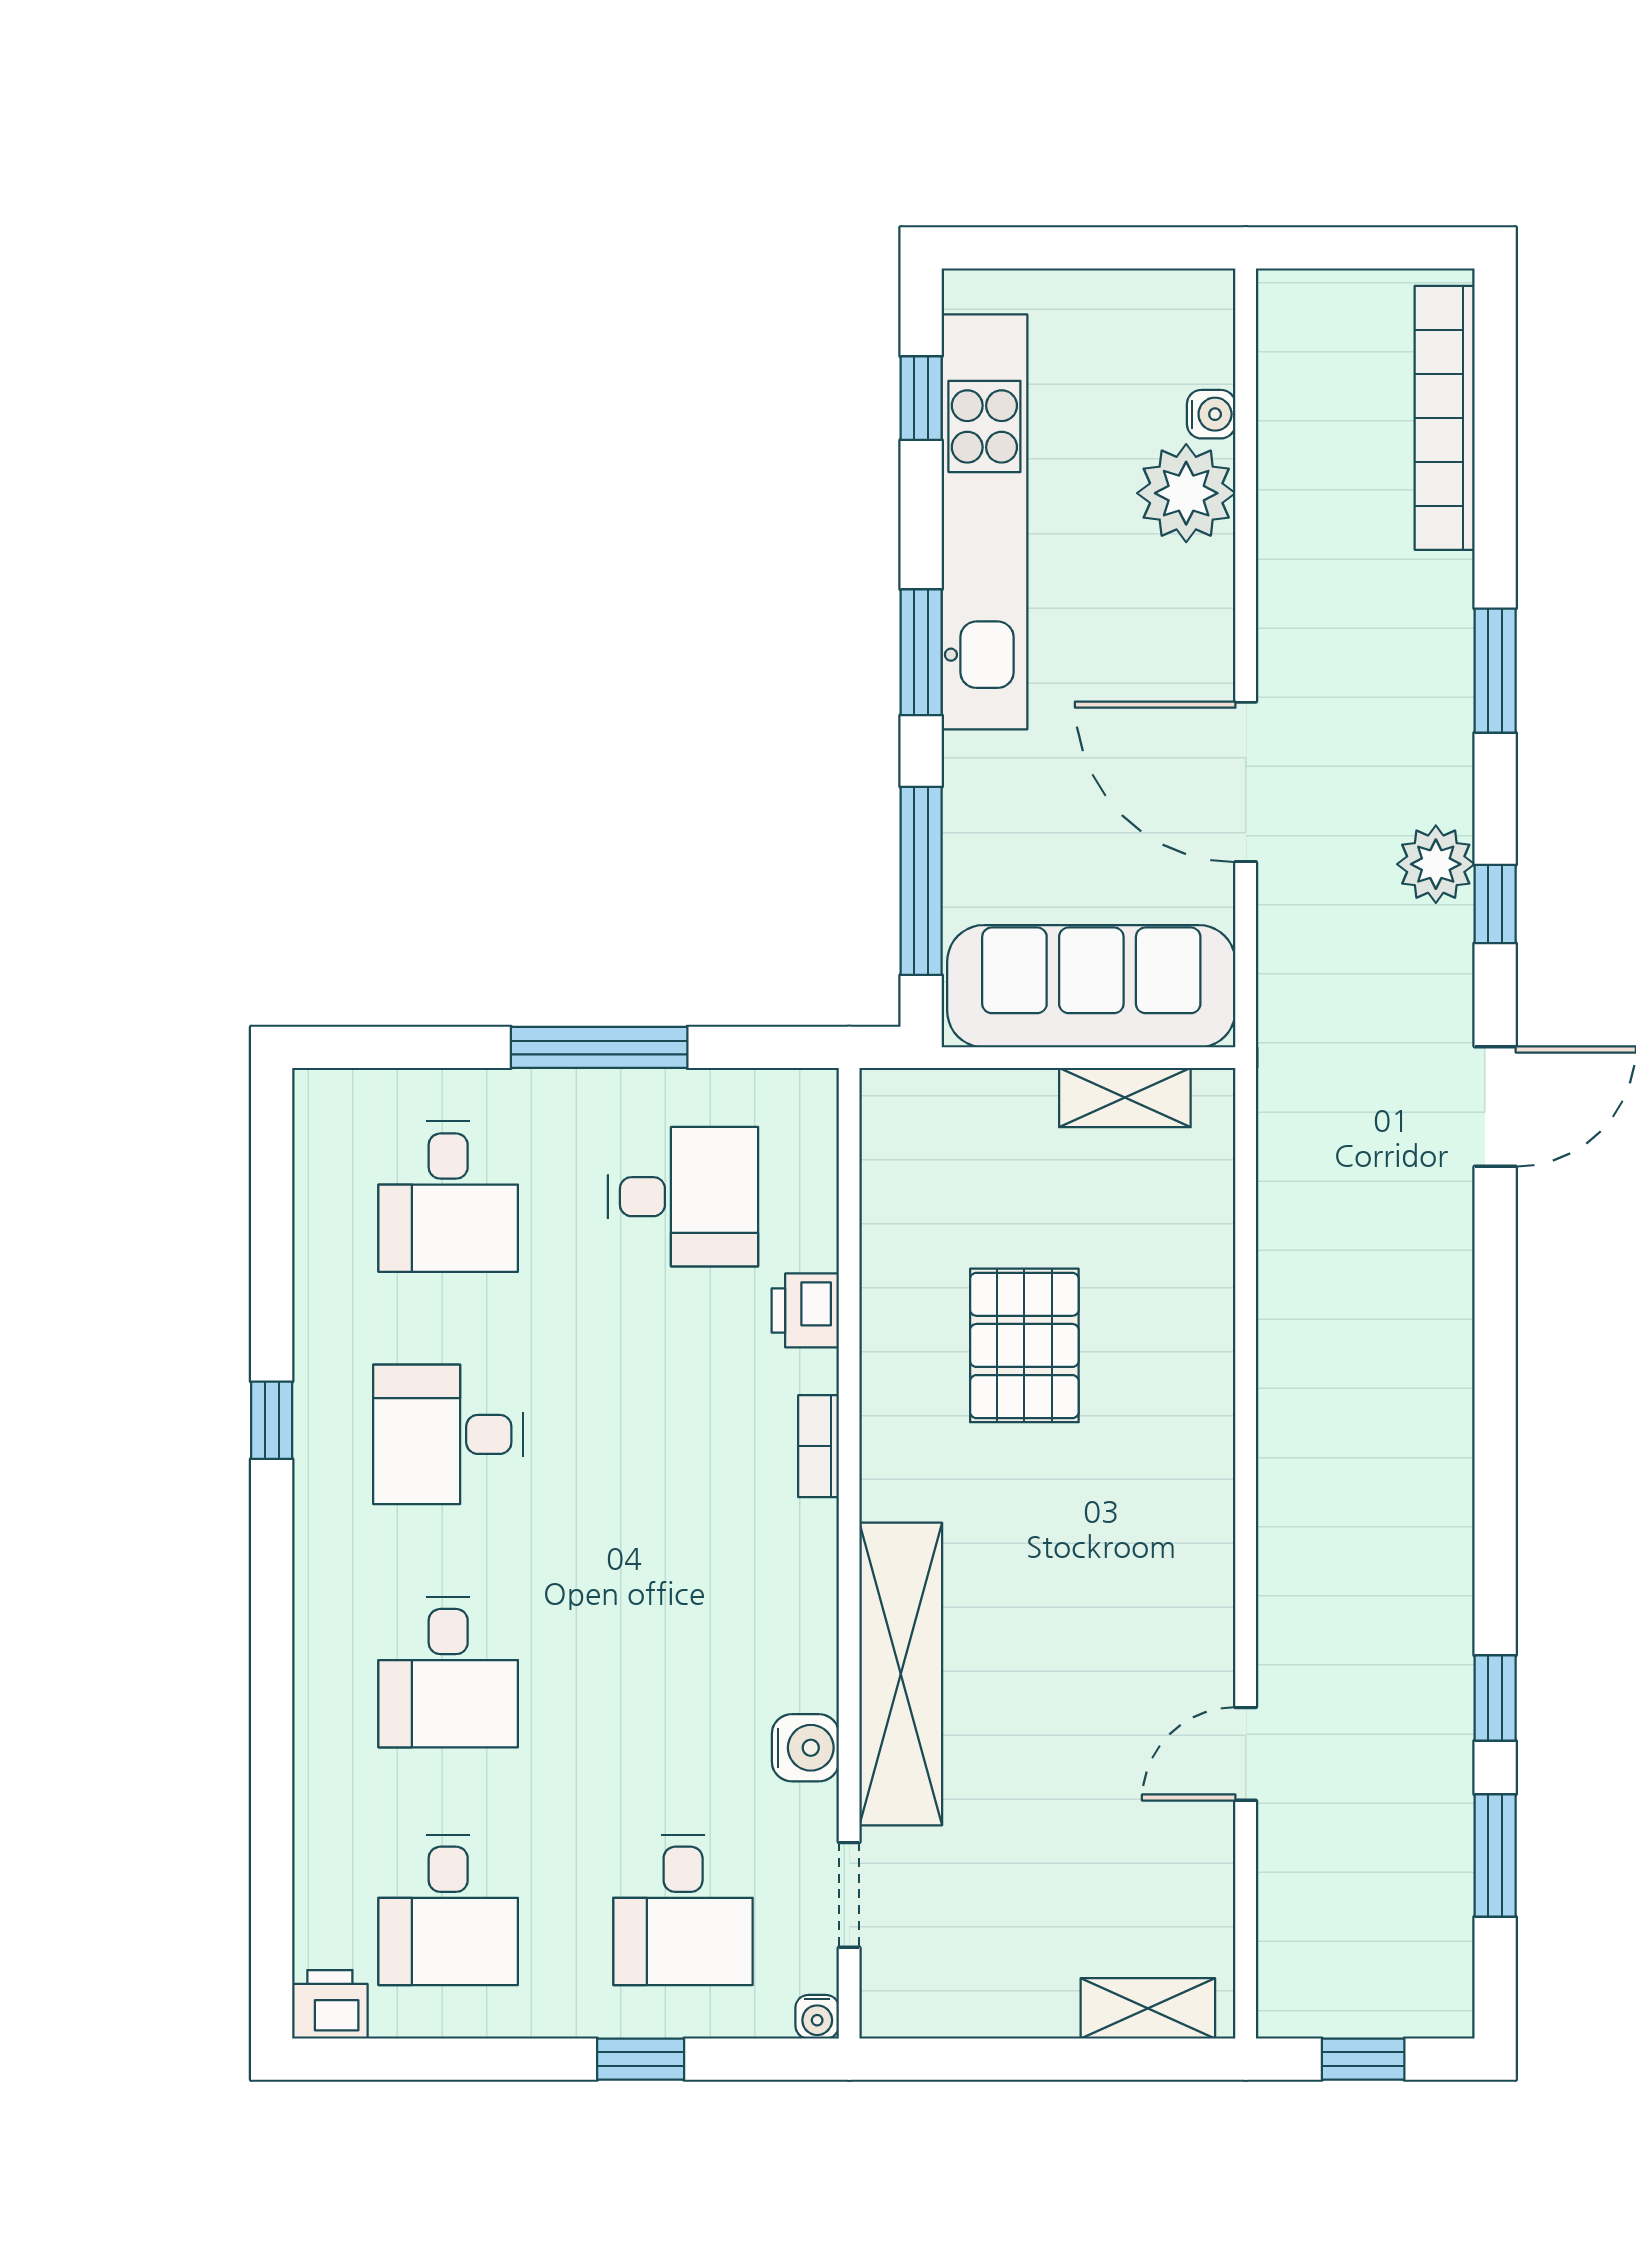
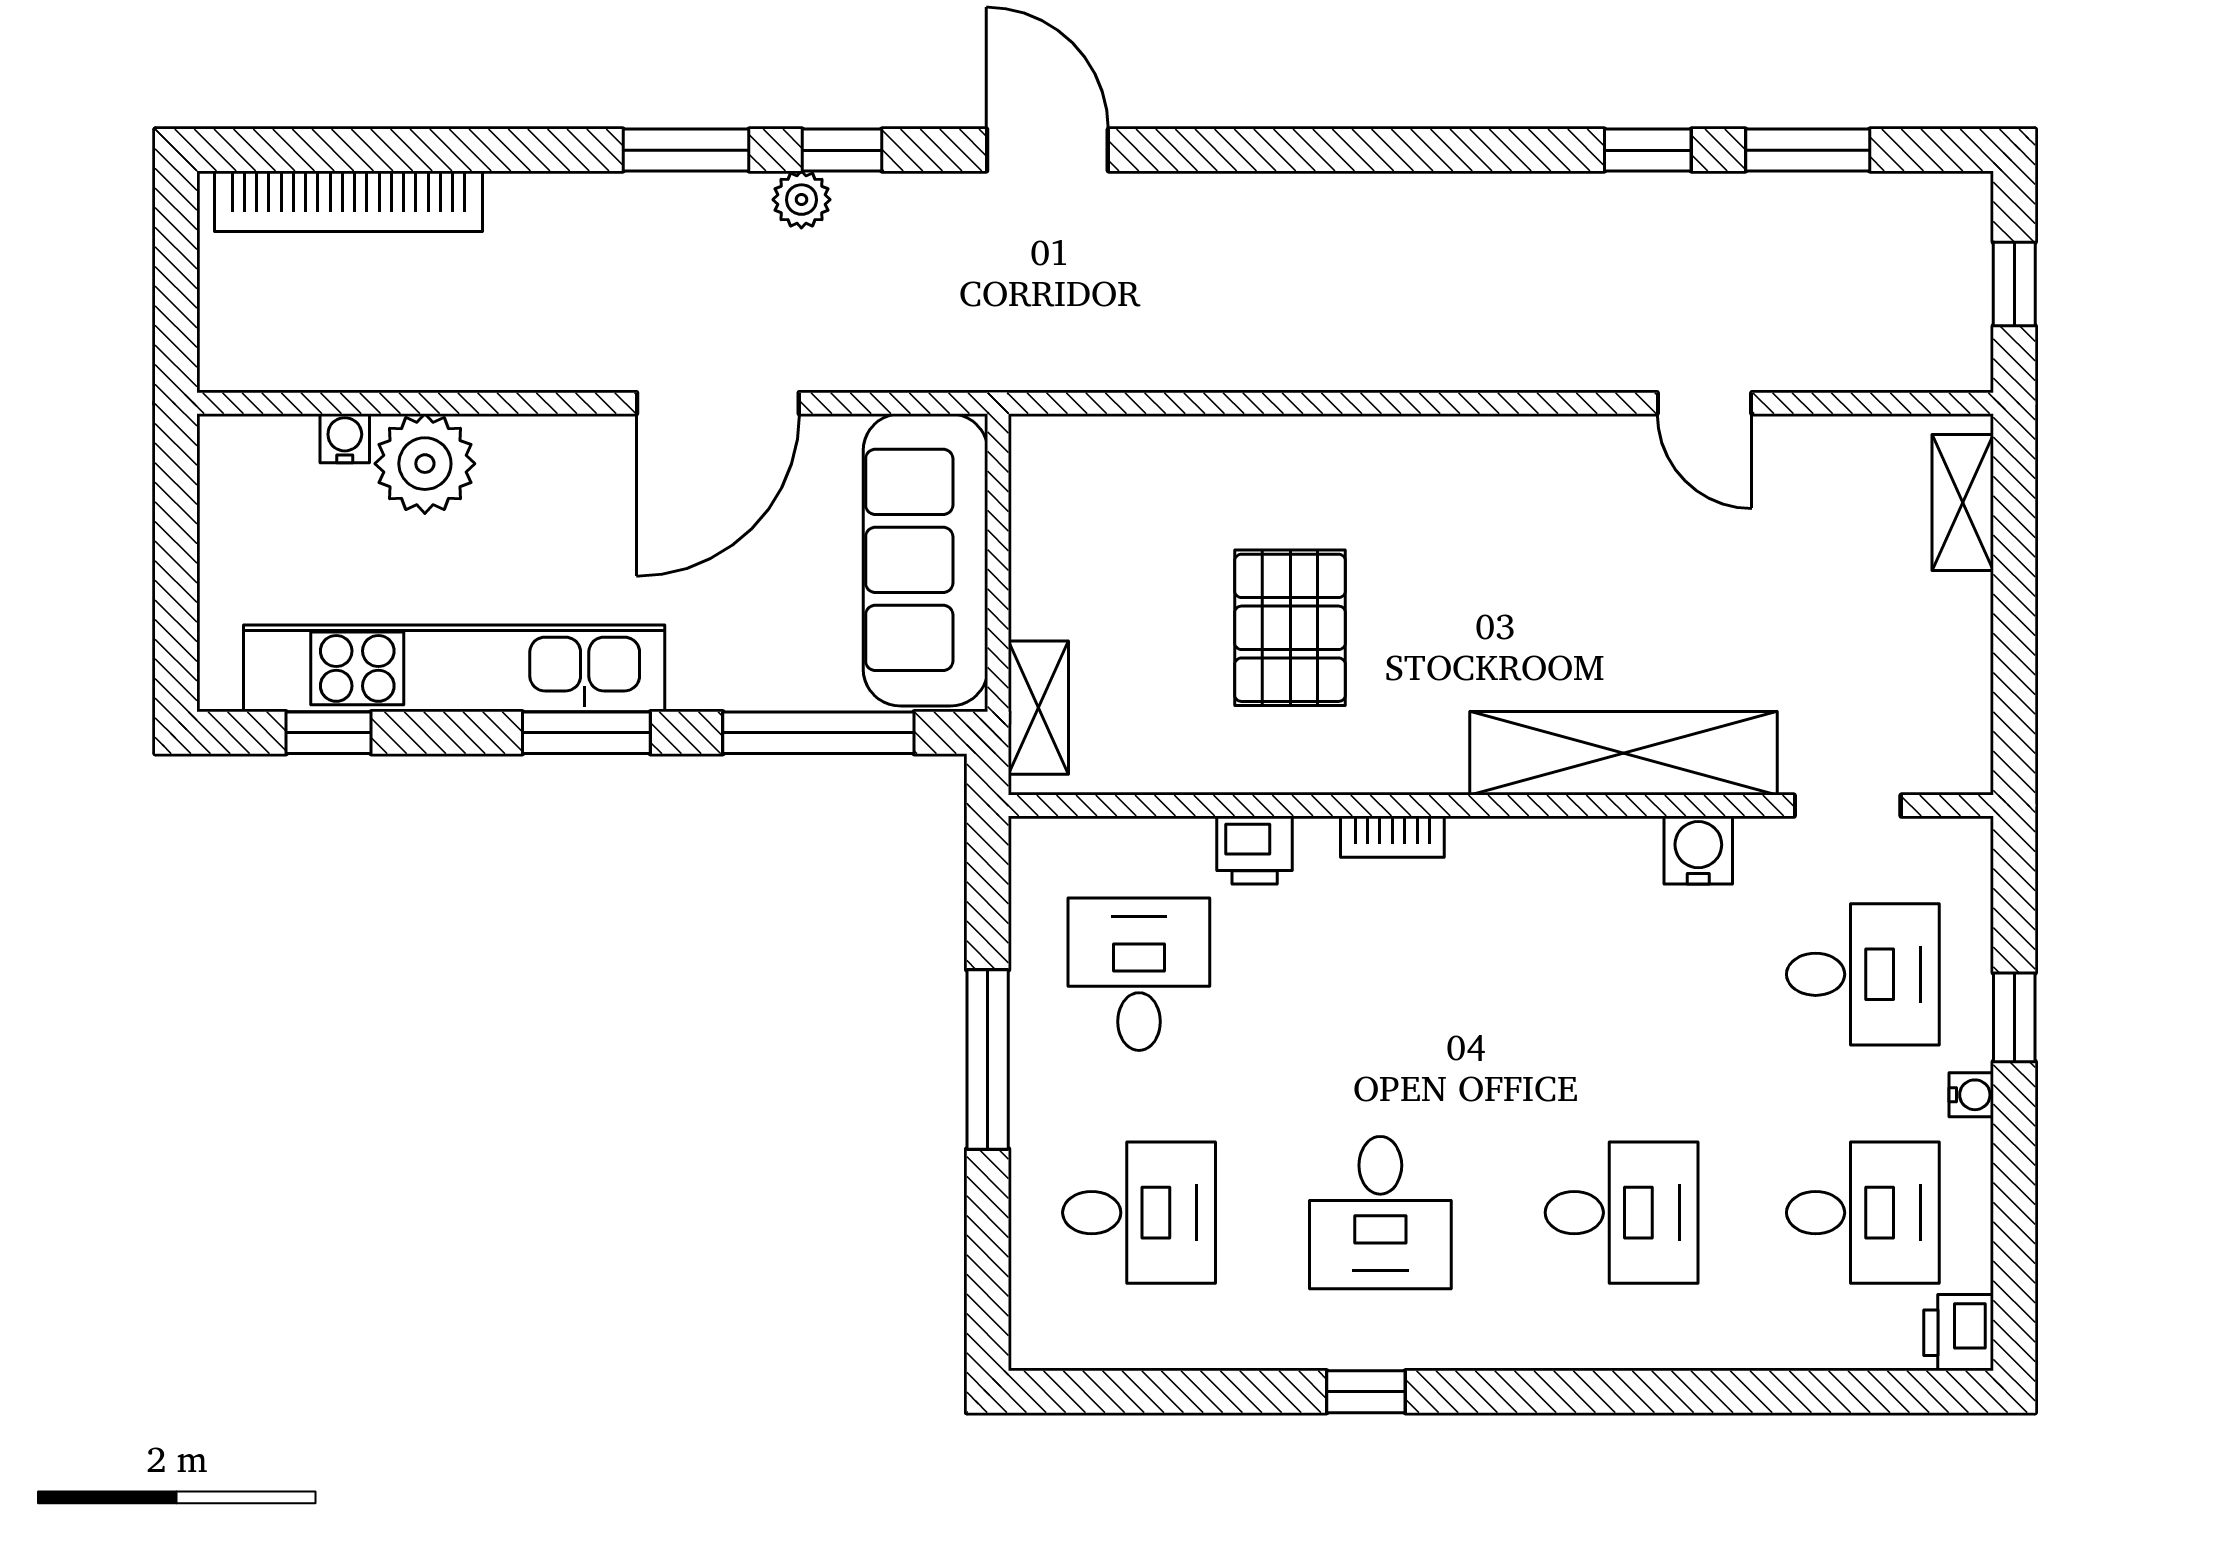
window: (1495, 671) -> (686, 150), moved
plant: (1436, 864) -> (801, 200), width x0.73, depth x0.73
shelving: (1125, 1098) -> (1038, 708), moved
pallet: (1024, 1345) -> (1290, 628), turned 90
water cooler: (817, 2017) -> (1971, 1095), moved

